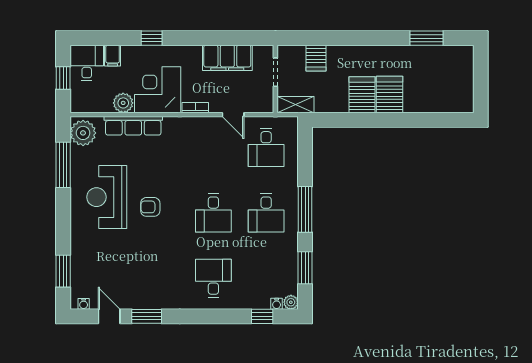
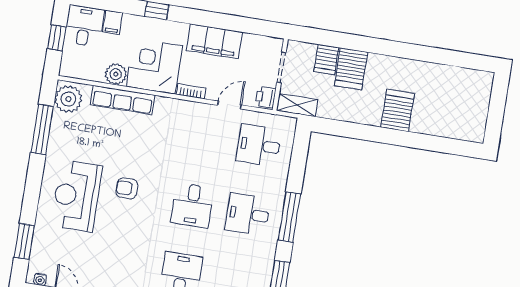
window: (426, 38) -> (446, 57), removed
filing cabinet: (227, 58) -> (214, 41), moved
server rack: (362, 95) -> (351, 69), moved, turned 180
printer: (265, 102) -> (266, 97), added
door: (233, 115) -> (230, 105), swing flipped
desk: (266, 148) -> (259, 145), turned 90
reception desk: (107, 197) -> (76, 196), moved
desk: (266, 213) -> (248, 214), turned 90

